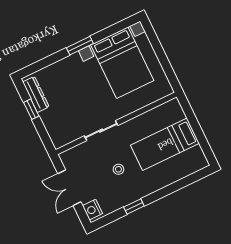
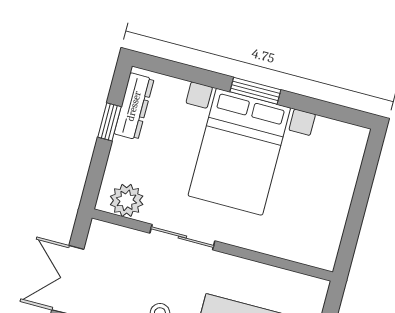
bed with nightstands: (122, 63) -> (239, 152), moved
plant: (66, 135) -> (127, 200), added

